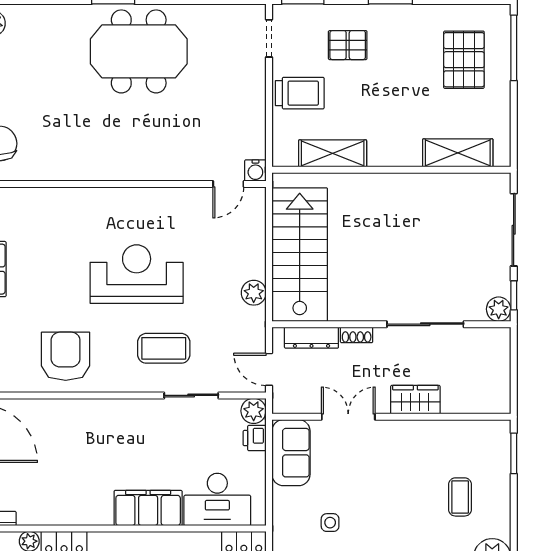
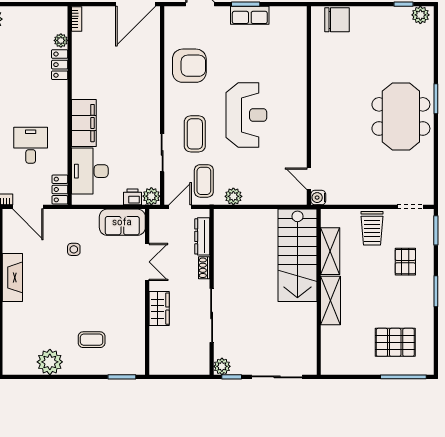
shelving: (458, 153) -> (330, 300), moved
stairs: (300, 255) -> (297, 255), moved, turned 90
coffee table: (231, 335) -> (204, 181), added

